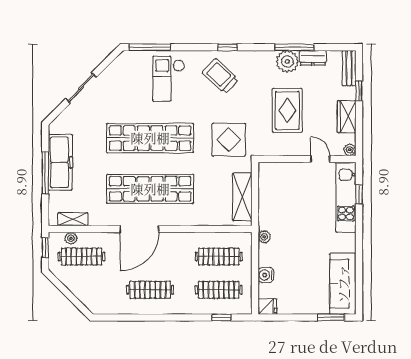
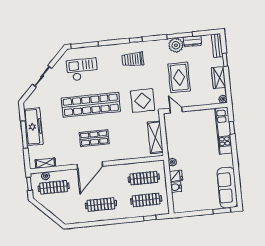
trolley: (220, 76) -> (133, 59), turned -43
checkout: (168, 79) -> (82, 69), moved, turned 90
door: (320, 159) -> (176, 110), moved
shop shelf: (150, 189) -> (94, 138), width x0.50, depth x0.74
fridge: (267, 307) -> (176, 176), moved

